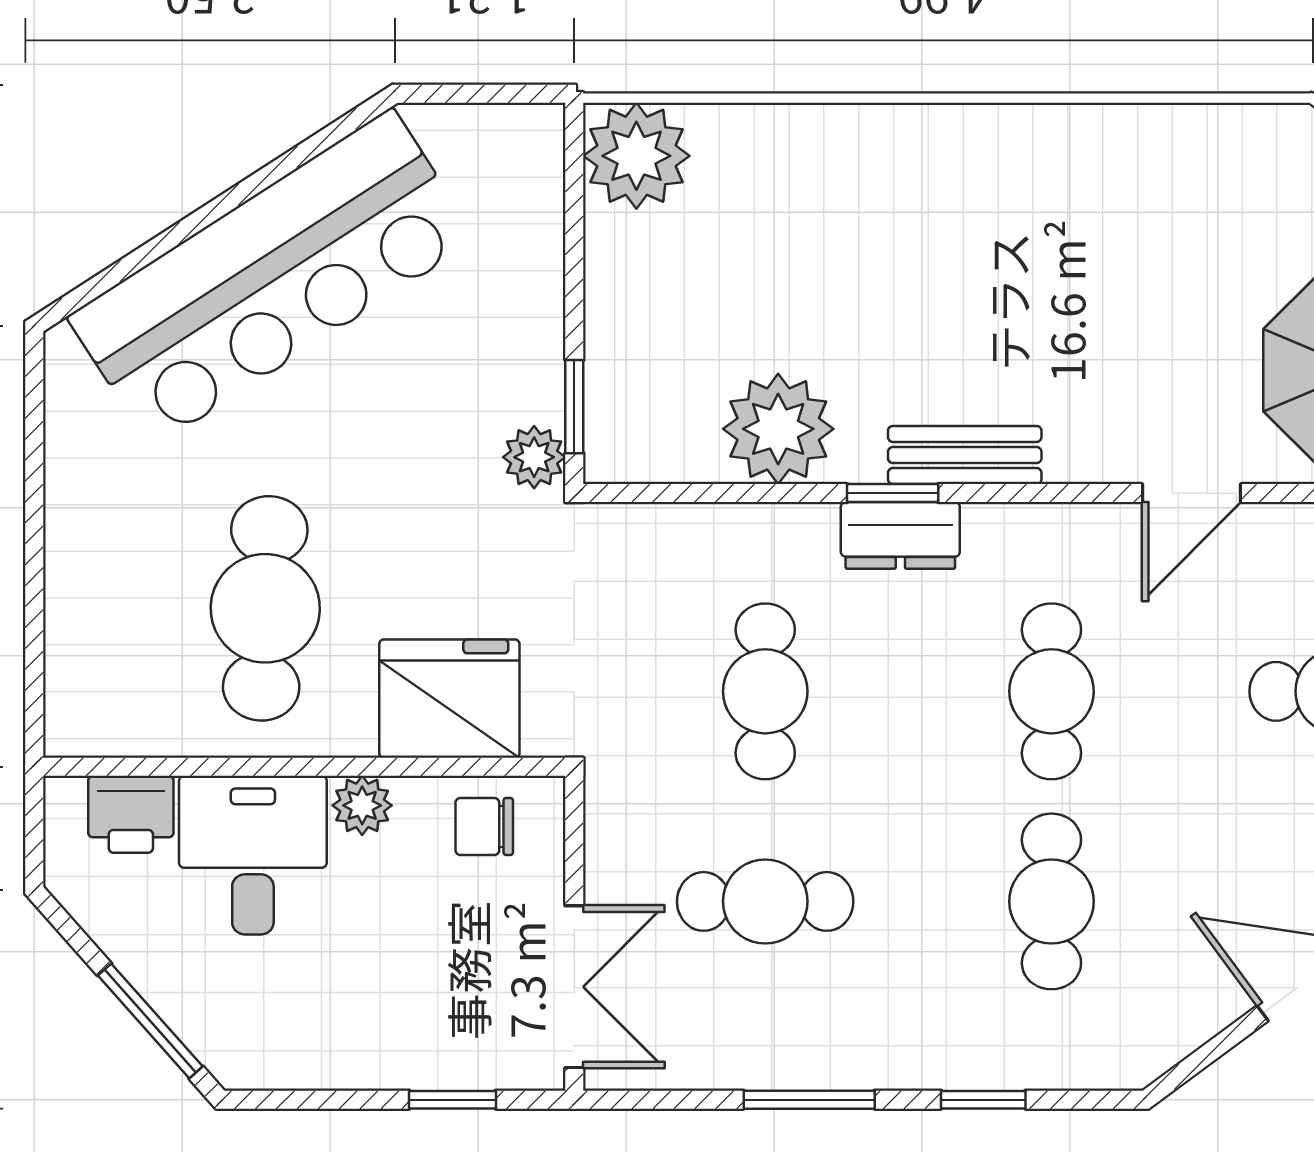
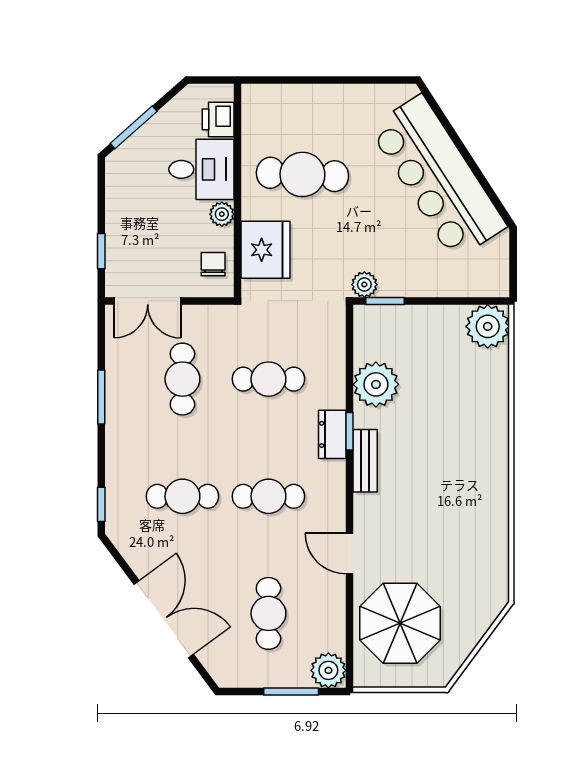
window: (983, 1100) -> (101, 504), moved

